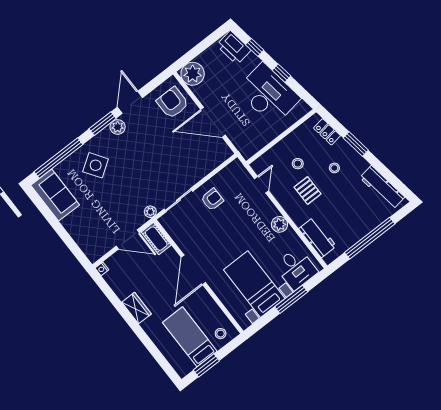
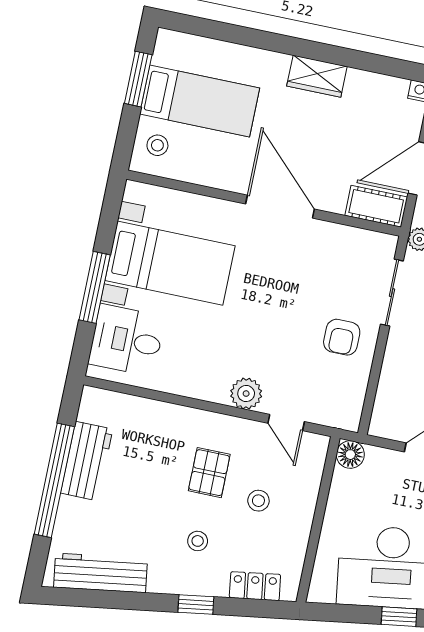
window: (356, 144) -> (196, 605), width x0.67
floor lamp: (247, 151) -> (350, 455), added
pallet: (308, 191) -> (209, 473), turned 90
plant: (280, 224) -> (246, 394), moved
workbench: (318, 237) -> (87, 461), moved, turned -90

